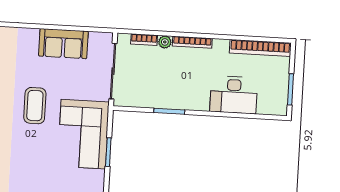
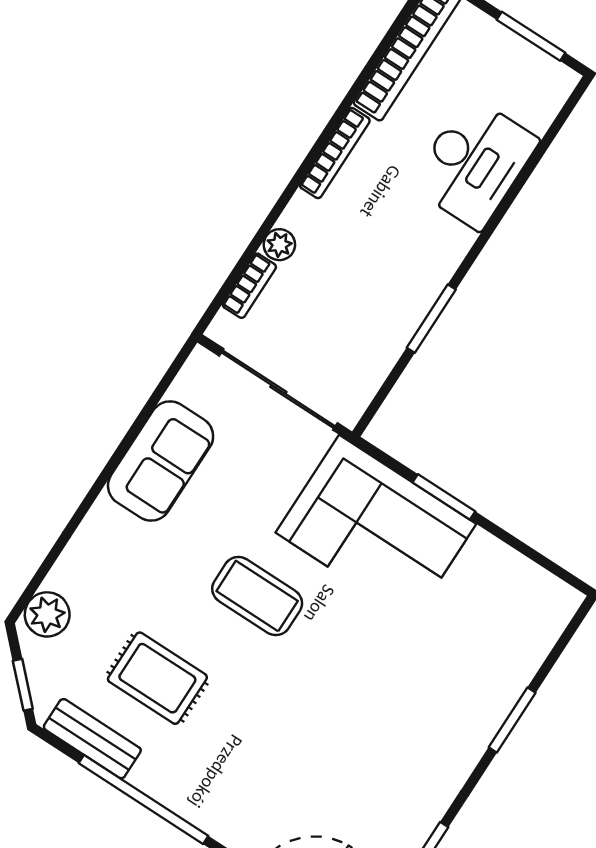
bookcase: (192, 42) -> (335, 153), moved

